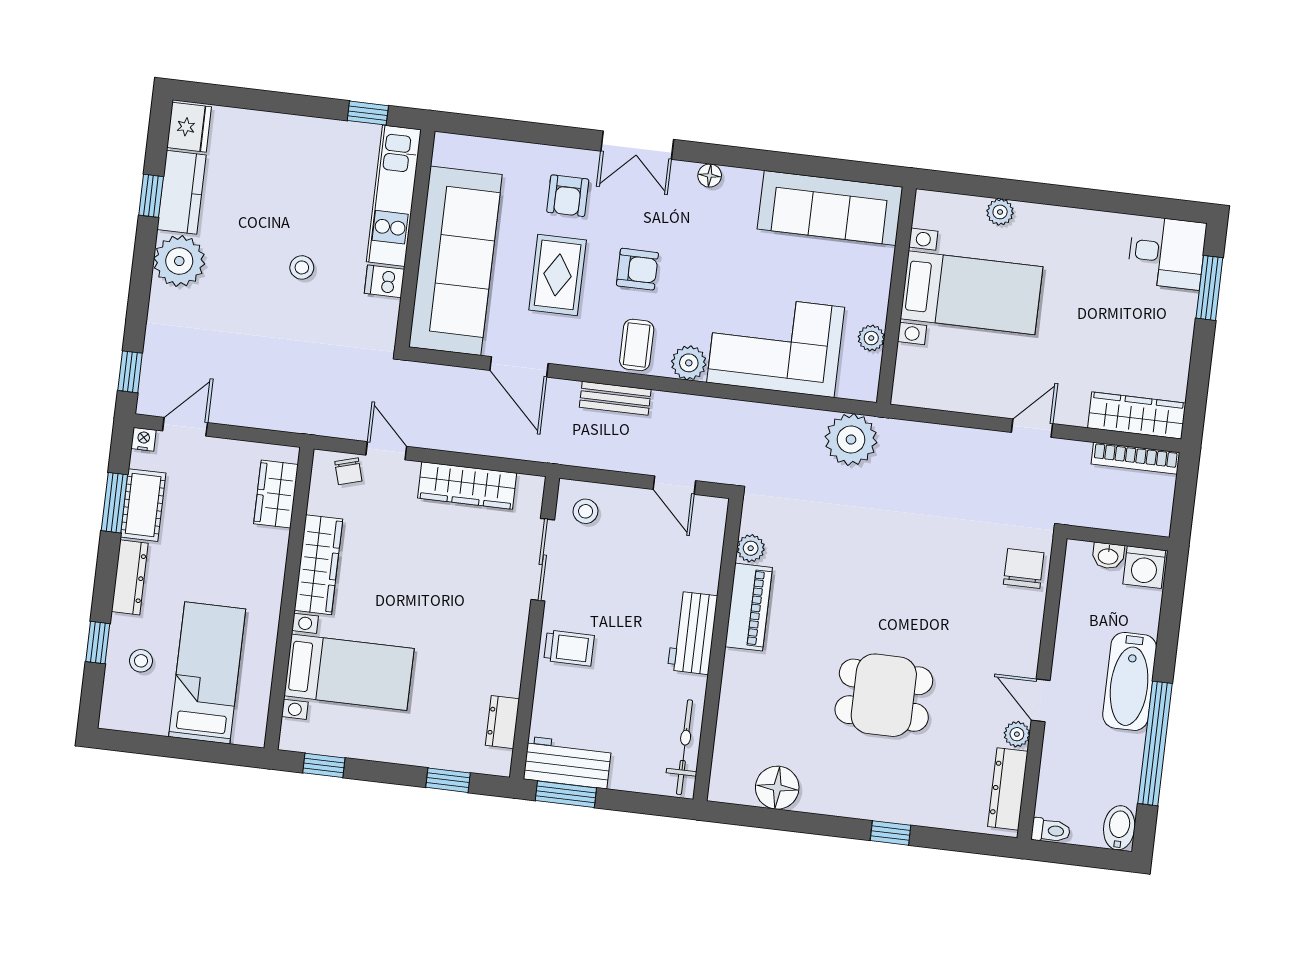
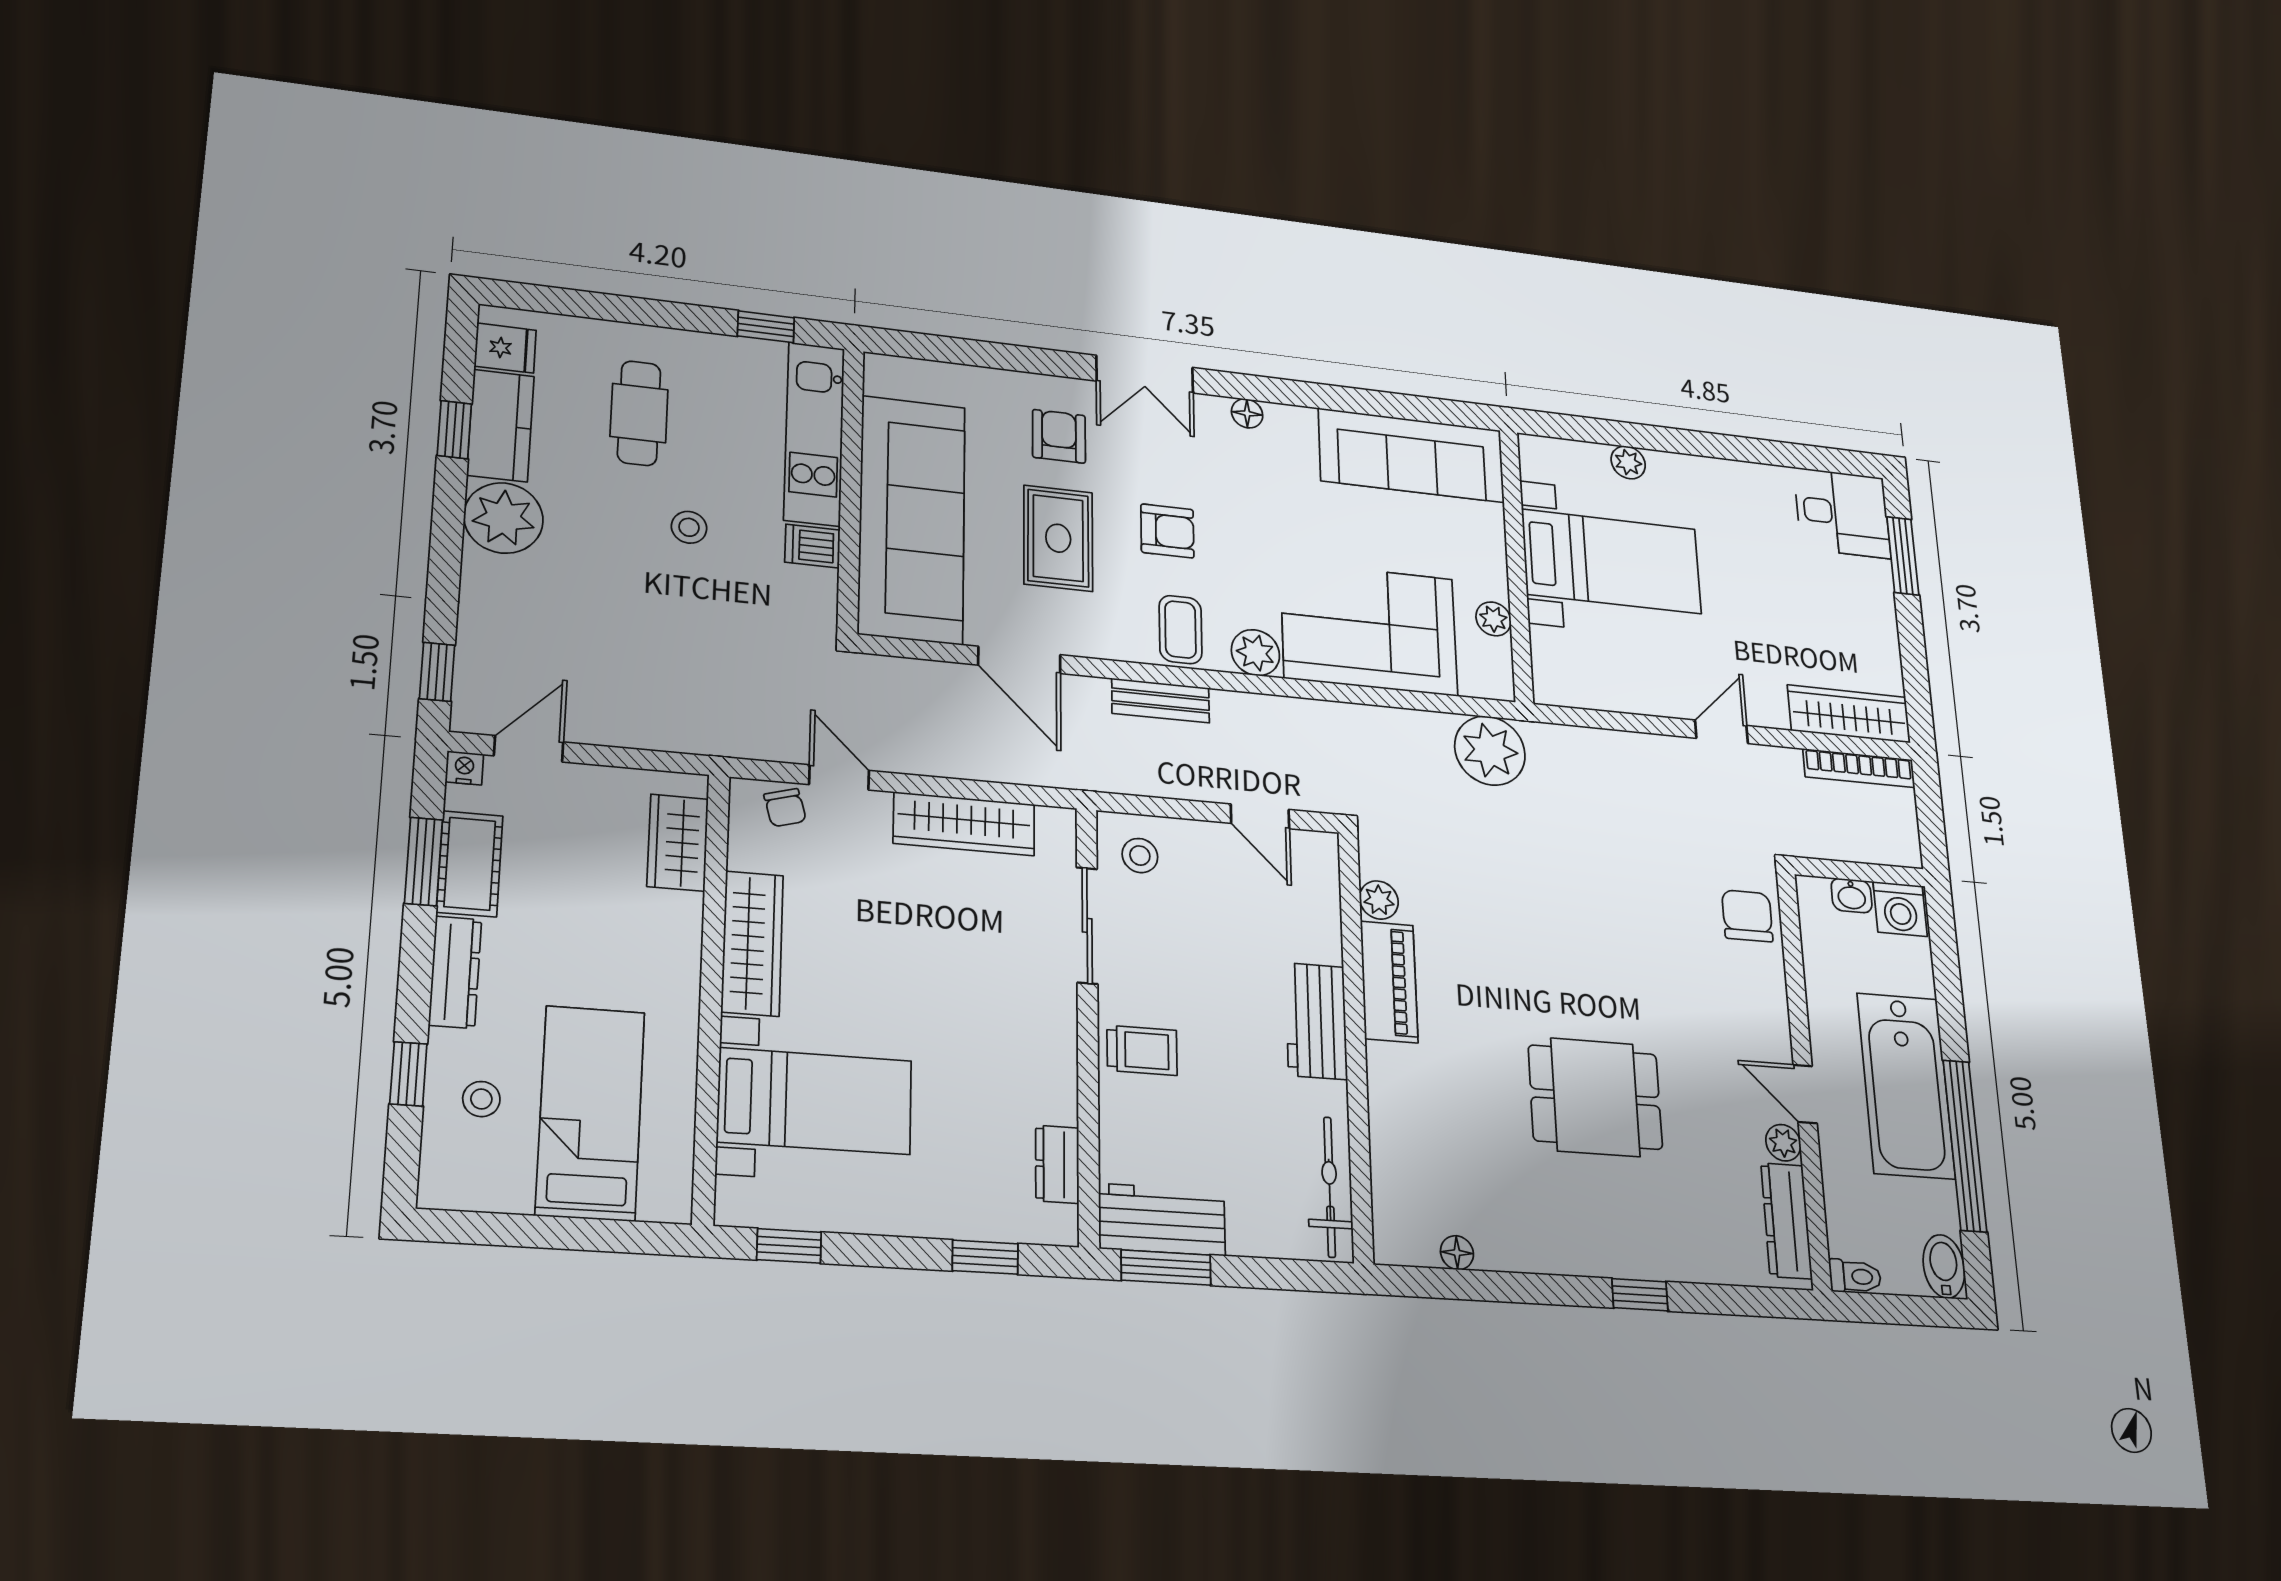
fridge: (189, 127) -> (505, 348), width x0.72
cafe table: (275, 182) -> (639, 413), added
armchair: (568, 196) -> (1059, 436), turned 180
bathtub: (1130, 681) -> (1906, 1086), width x1.36, depth x1.36
floor lamp: (777, 788) -> (1457, 1253), width x0.53, depth x0.53

